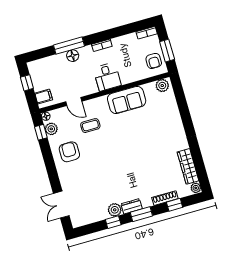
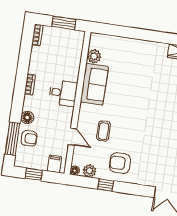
window: (69, 46) -> (12, 139), moved
armchair: (154, 61) -> (29, 138), moved
plant: (162, 86) -> (94, 56), moved
door: (74, 101) -> (73, 137), hinge flipped
window: (41, 132) -> (106, 185), moved

